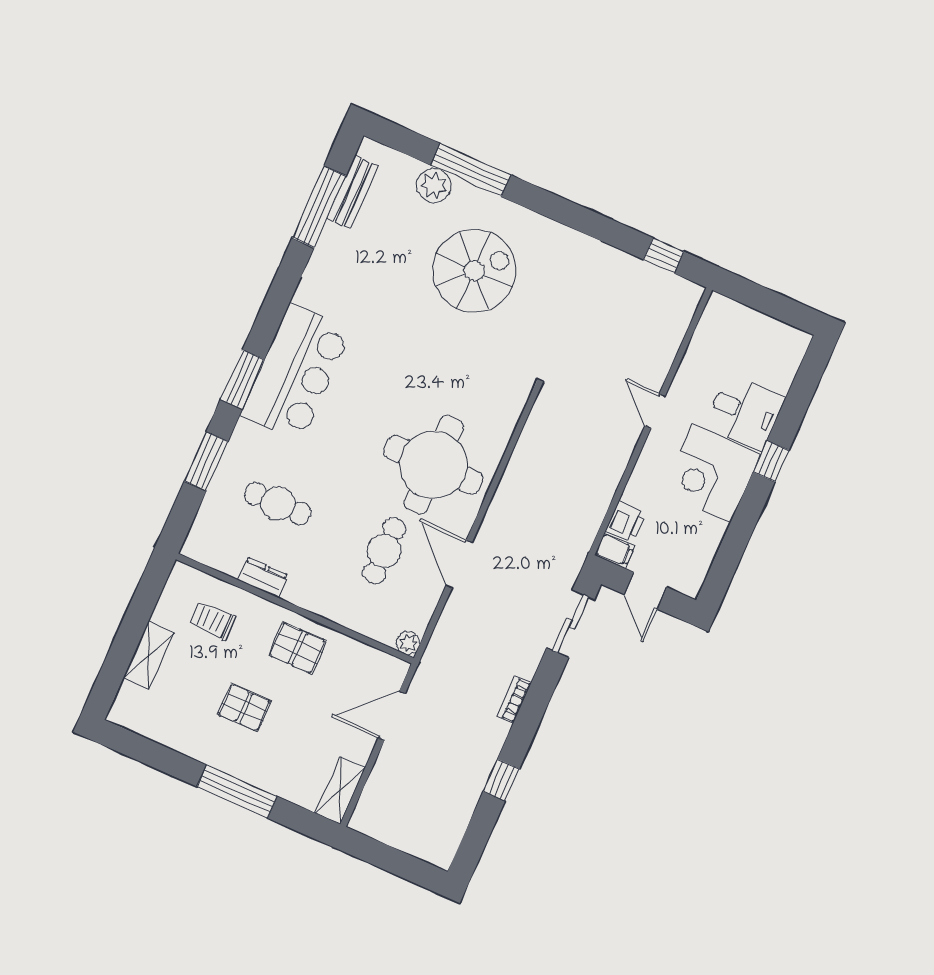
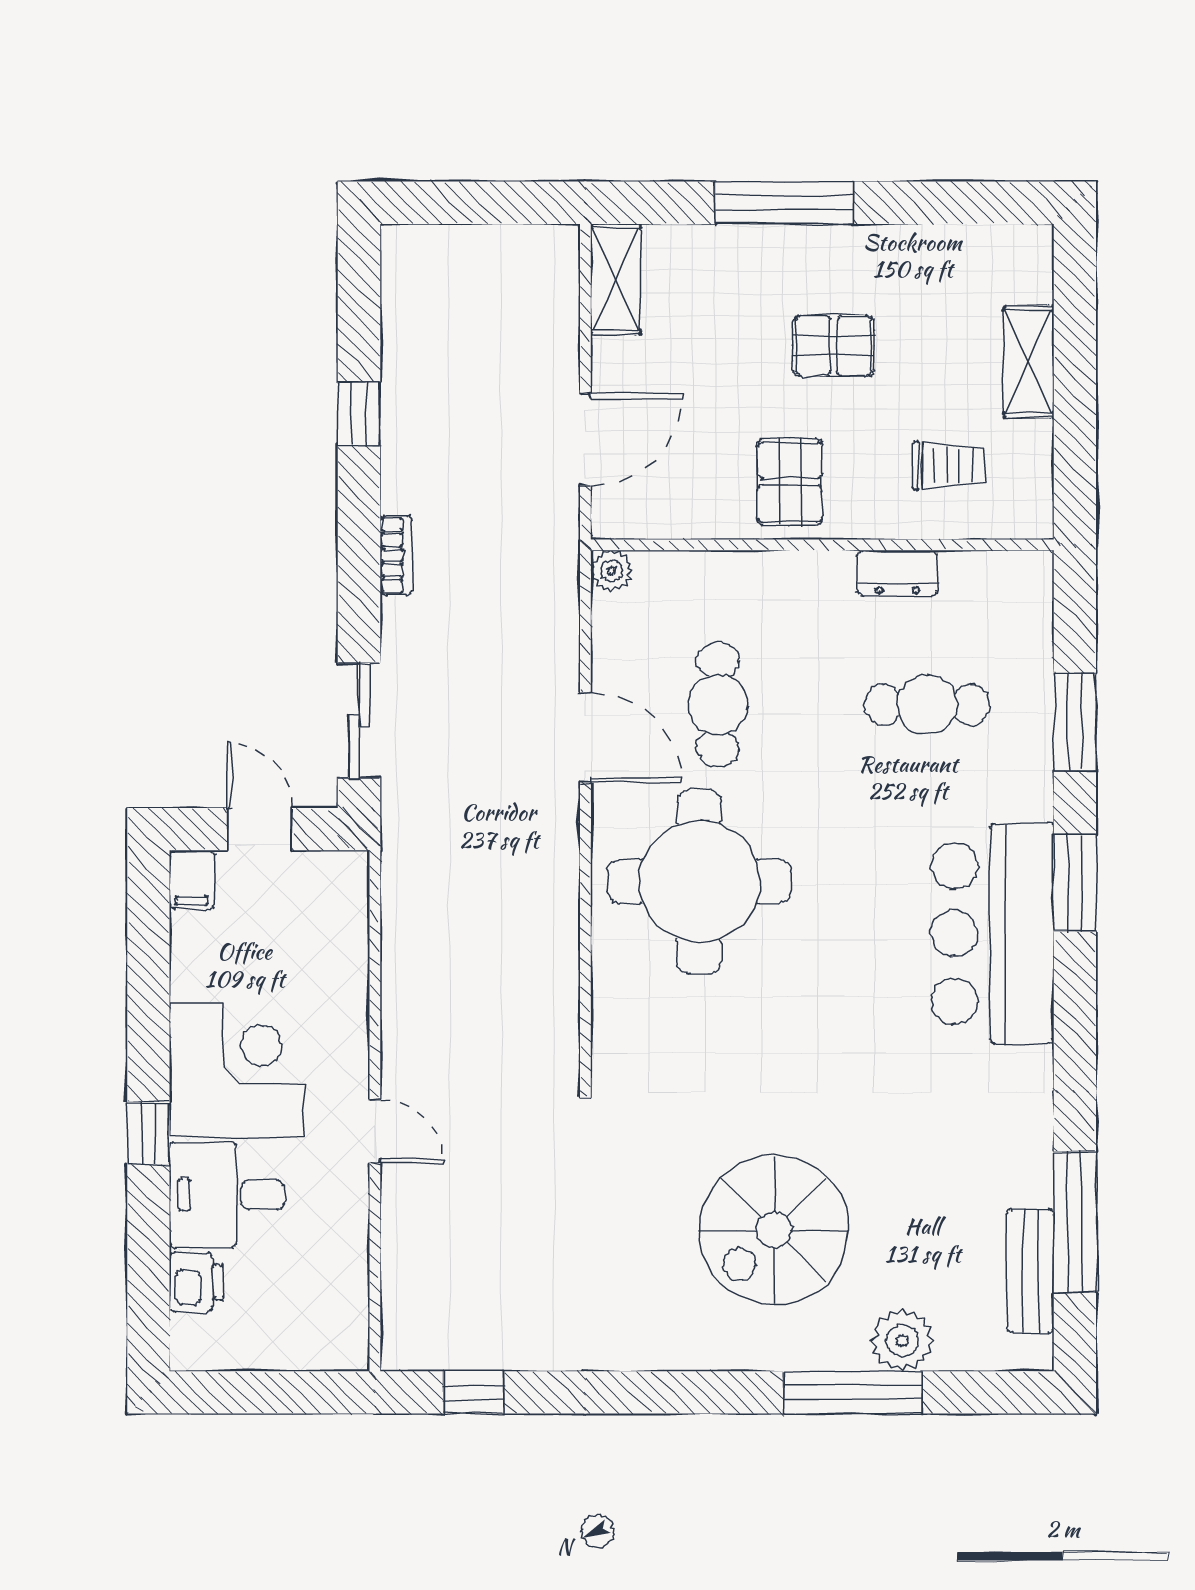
printer: (626, 521) -> (197, 1282), moved, turned 180
filing cabinet: (615, 551) -> (192, 880), moved, turned -90
pallet: (297, 648) -> (790, 482), turned 90

